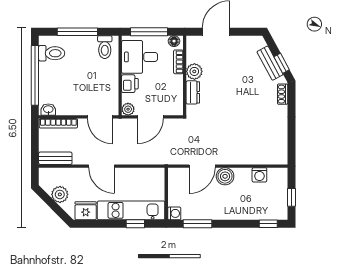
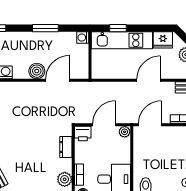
plant: (194, 71) -> (65, 179), moved
printer: (130, 84) -> (83, 134), moved, turned -90
door: (100, 117) -> (150, 125), hinge flipped
door: (102, 166) -> (149, 80), hinge flipped
window: (197, 224) -> (45, 28), moved

